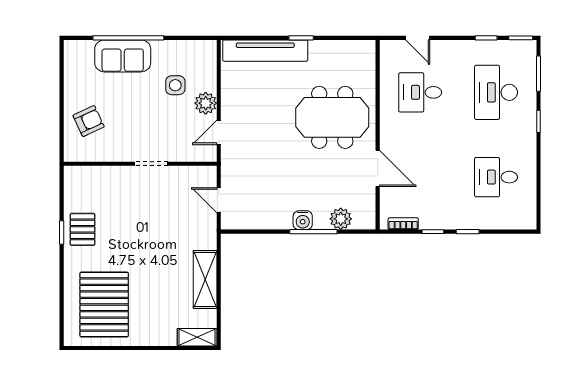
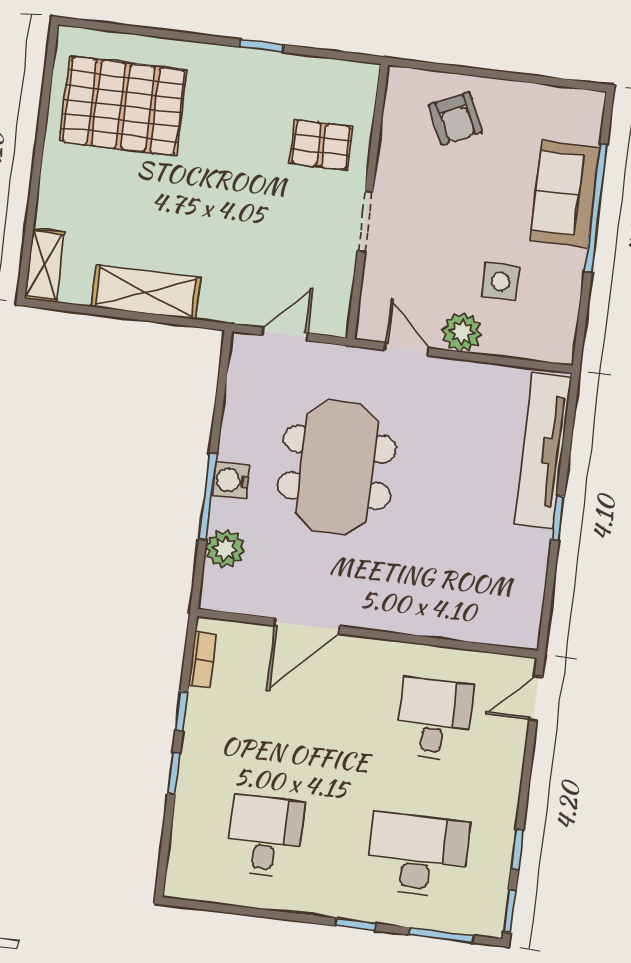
door: (418, 38) -> (536, 699), moved
meeting table: (332, 117) -> (337, 467), moved
pallet: (83, 229) -> (321, 145), moved

